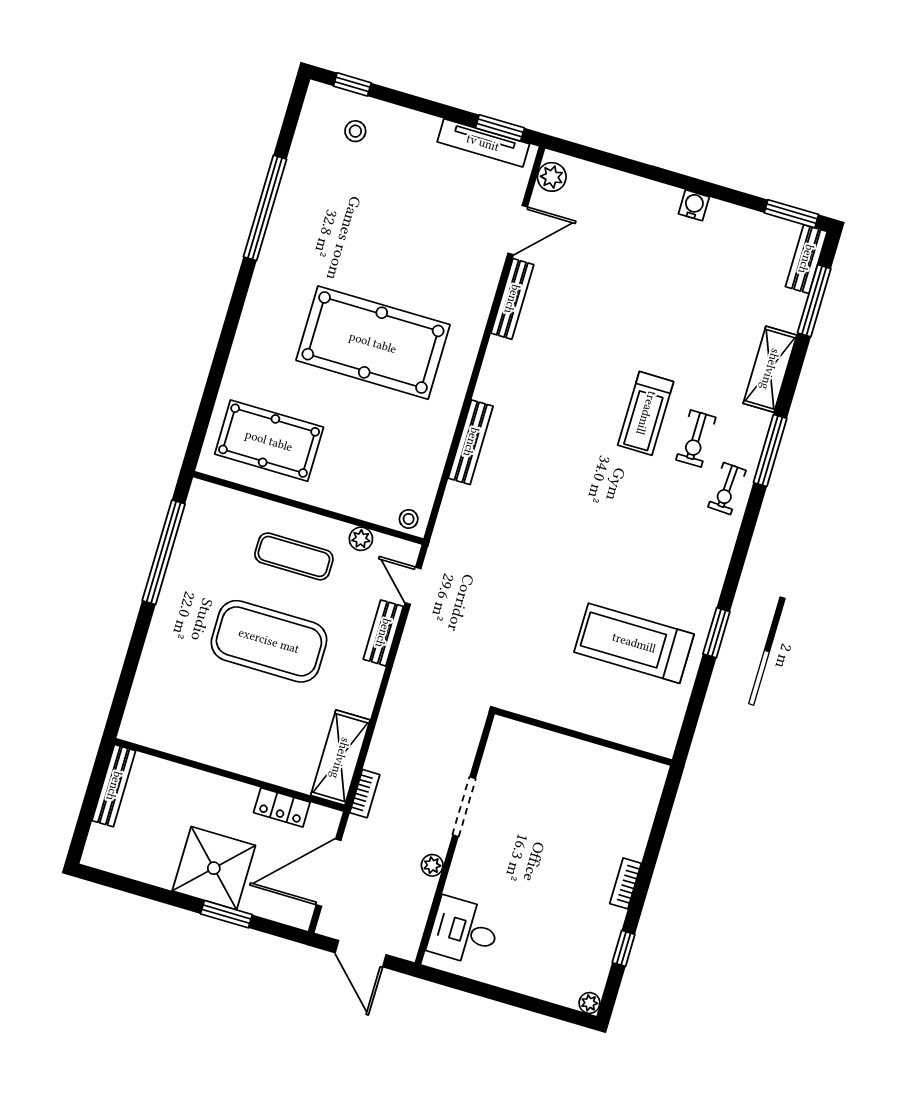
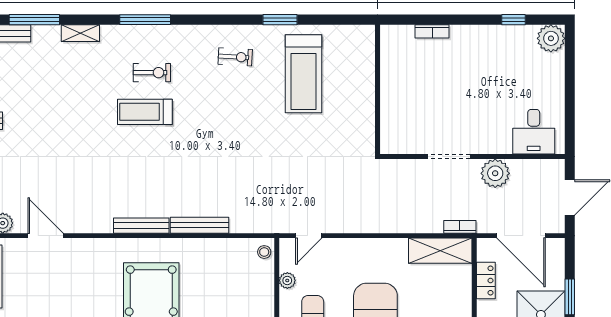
bench: (512, 299) -> (141, 226), moved
shelving: (770, 369) -> (80, 33), width x0.67, depth x0.75
treadmill: (646, 413) -> (145, 112), turned 180
exercise bike: (727, 489) -> (235, 57), moved
bench: (383, 633) -> (347, 246), removed
plant: (432, 865) -> (495, 173), width x1.88, depth x1.88
bookcase: (626, 883) -> (432, 31), moved
plant: (589, 1003) -> (551, 38), width x1.87, depth x1.87

